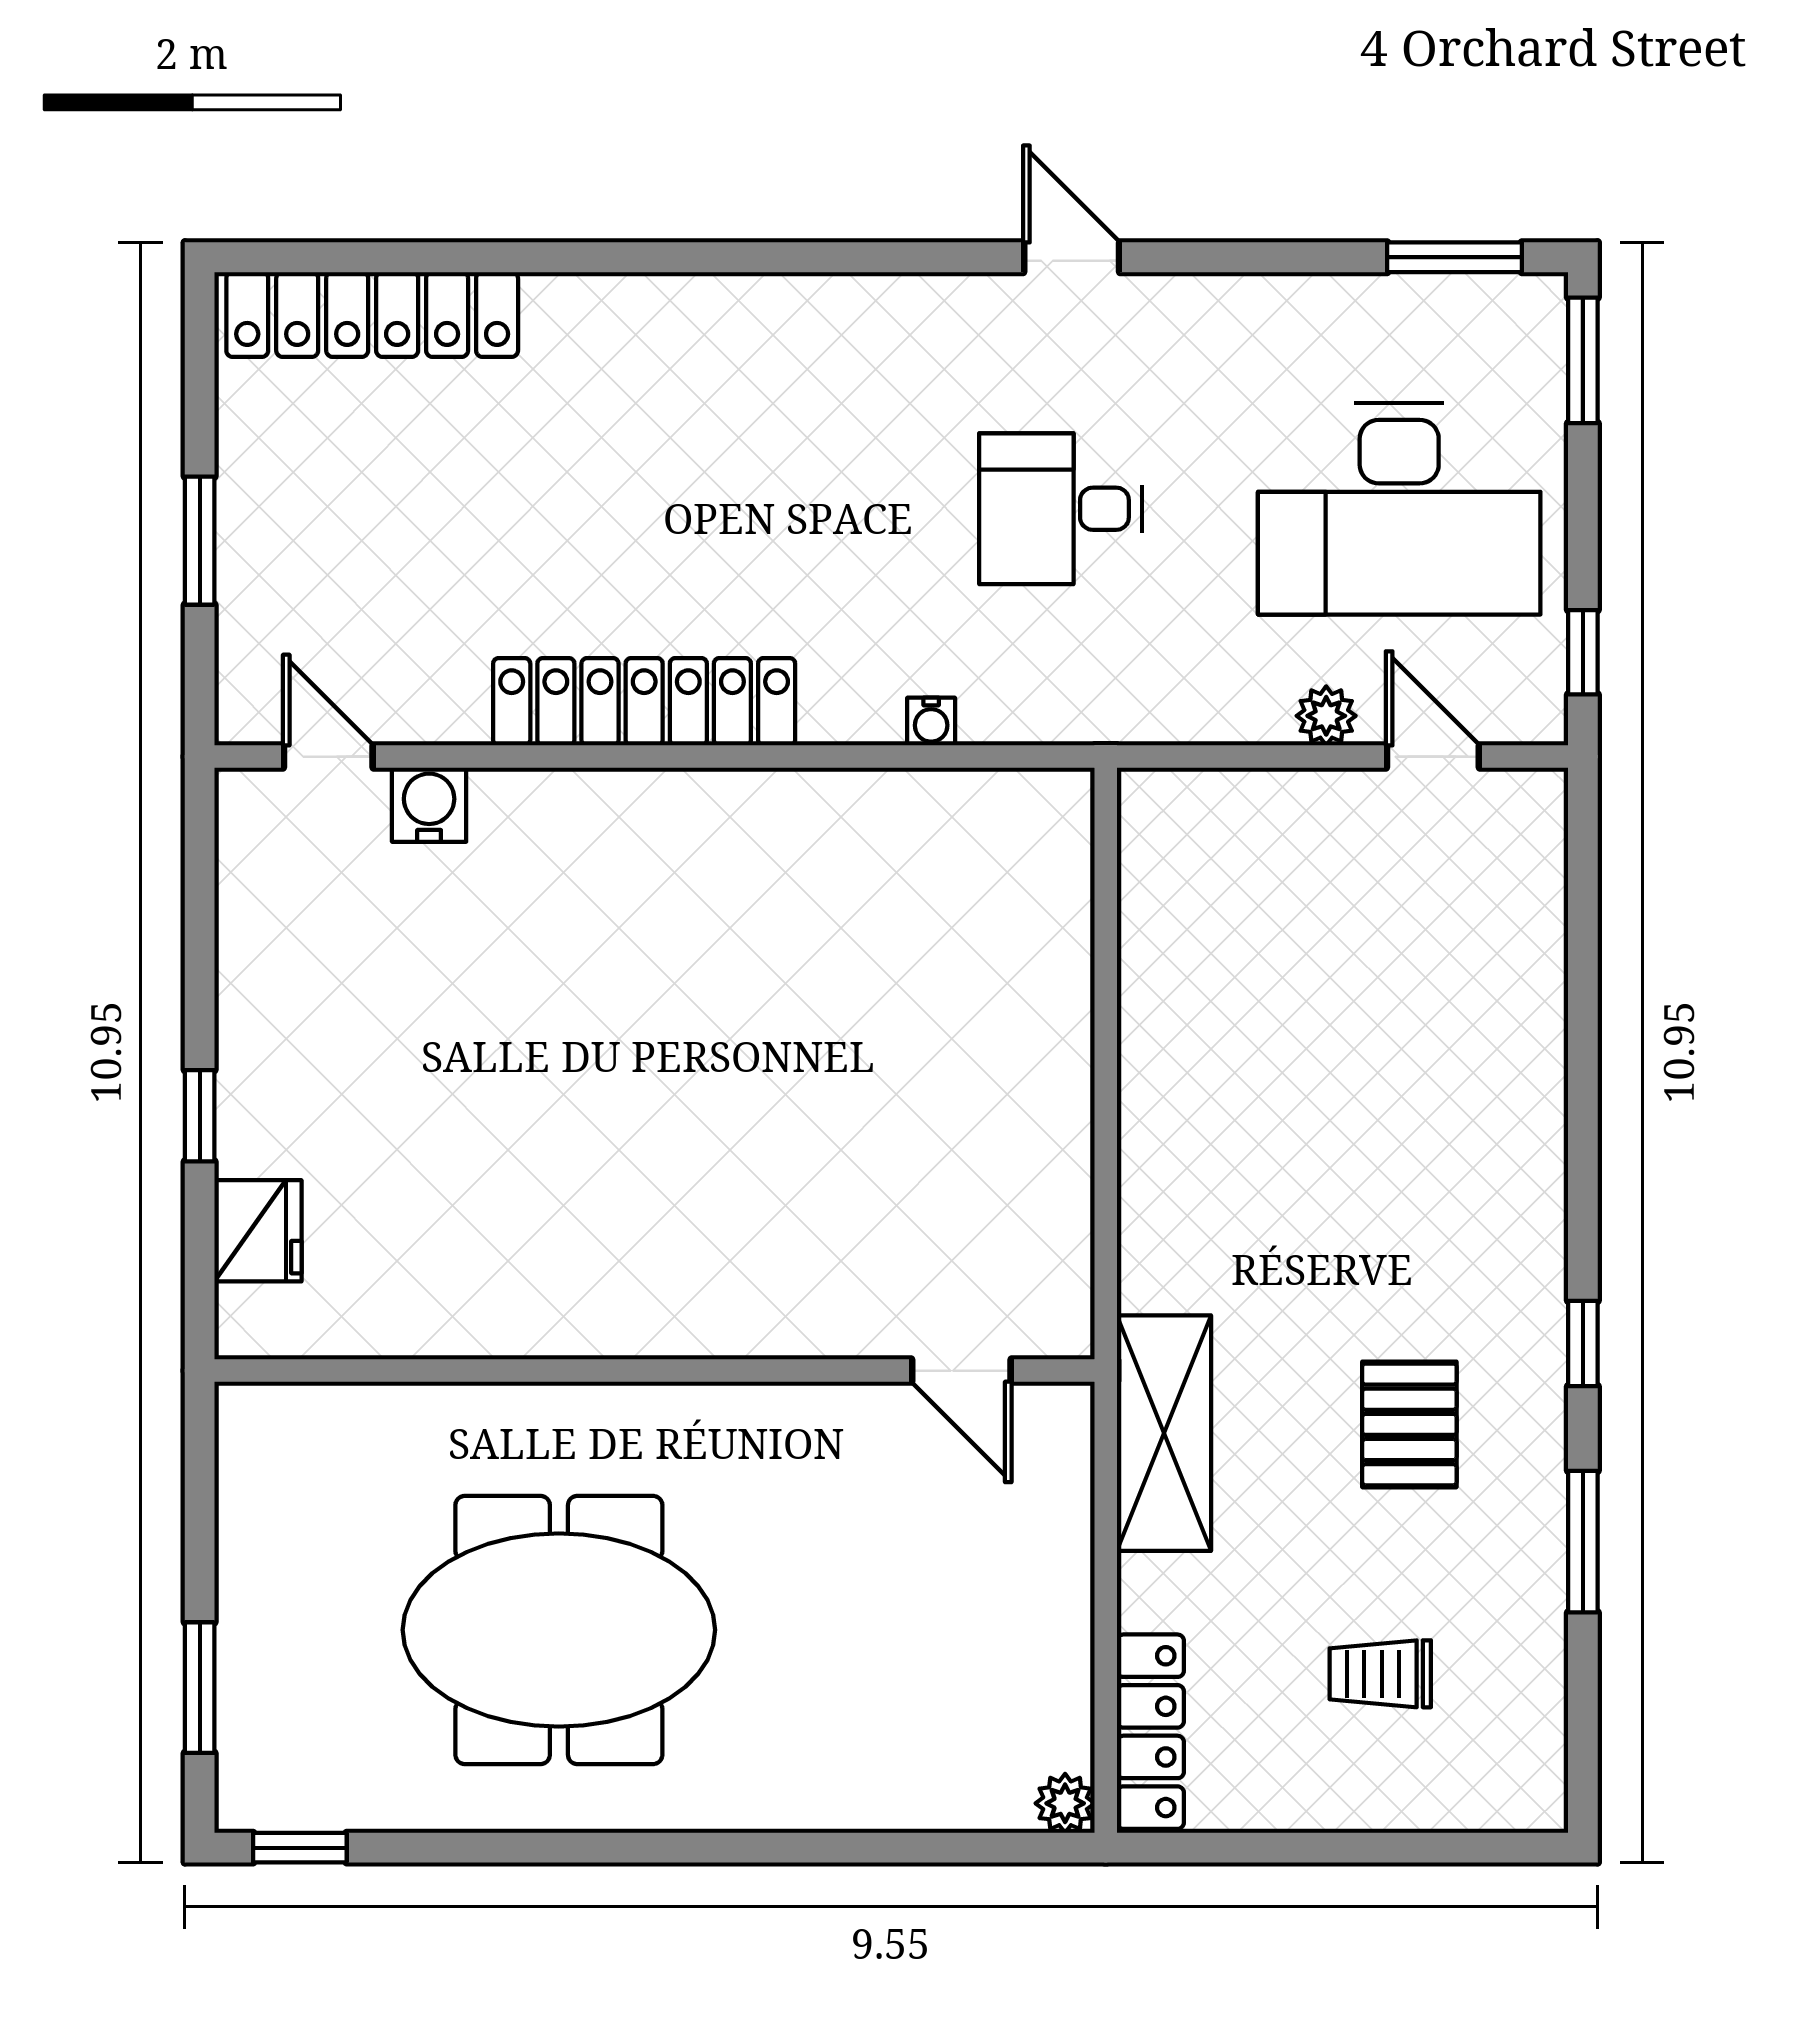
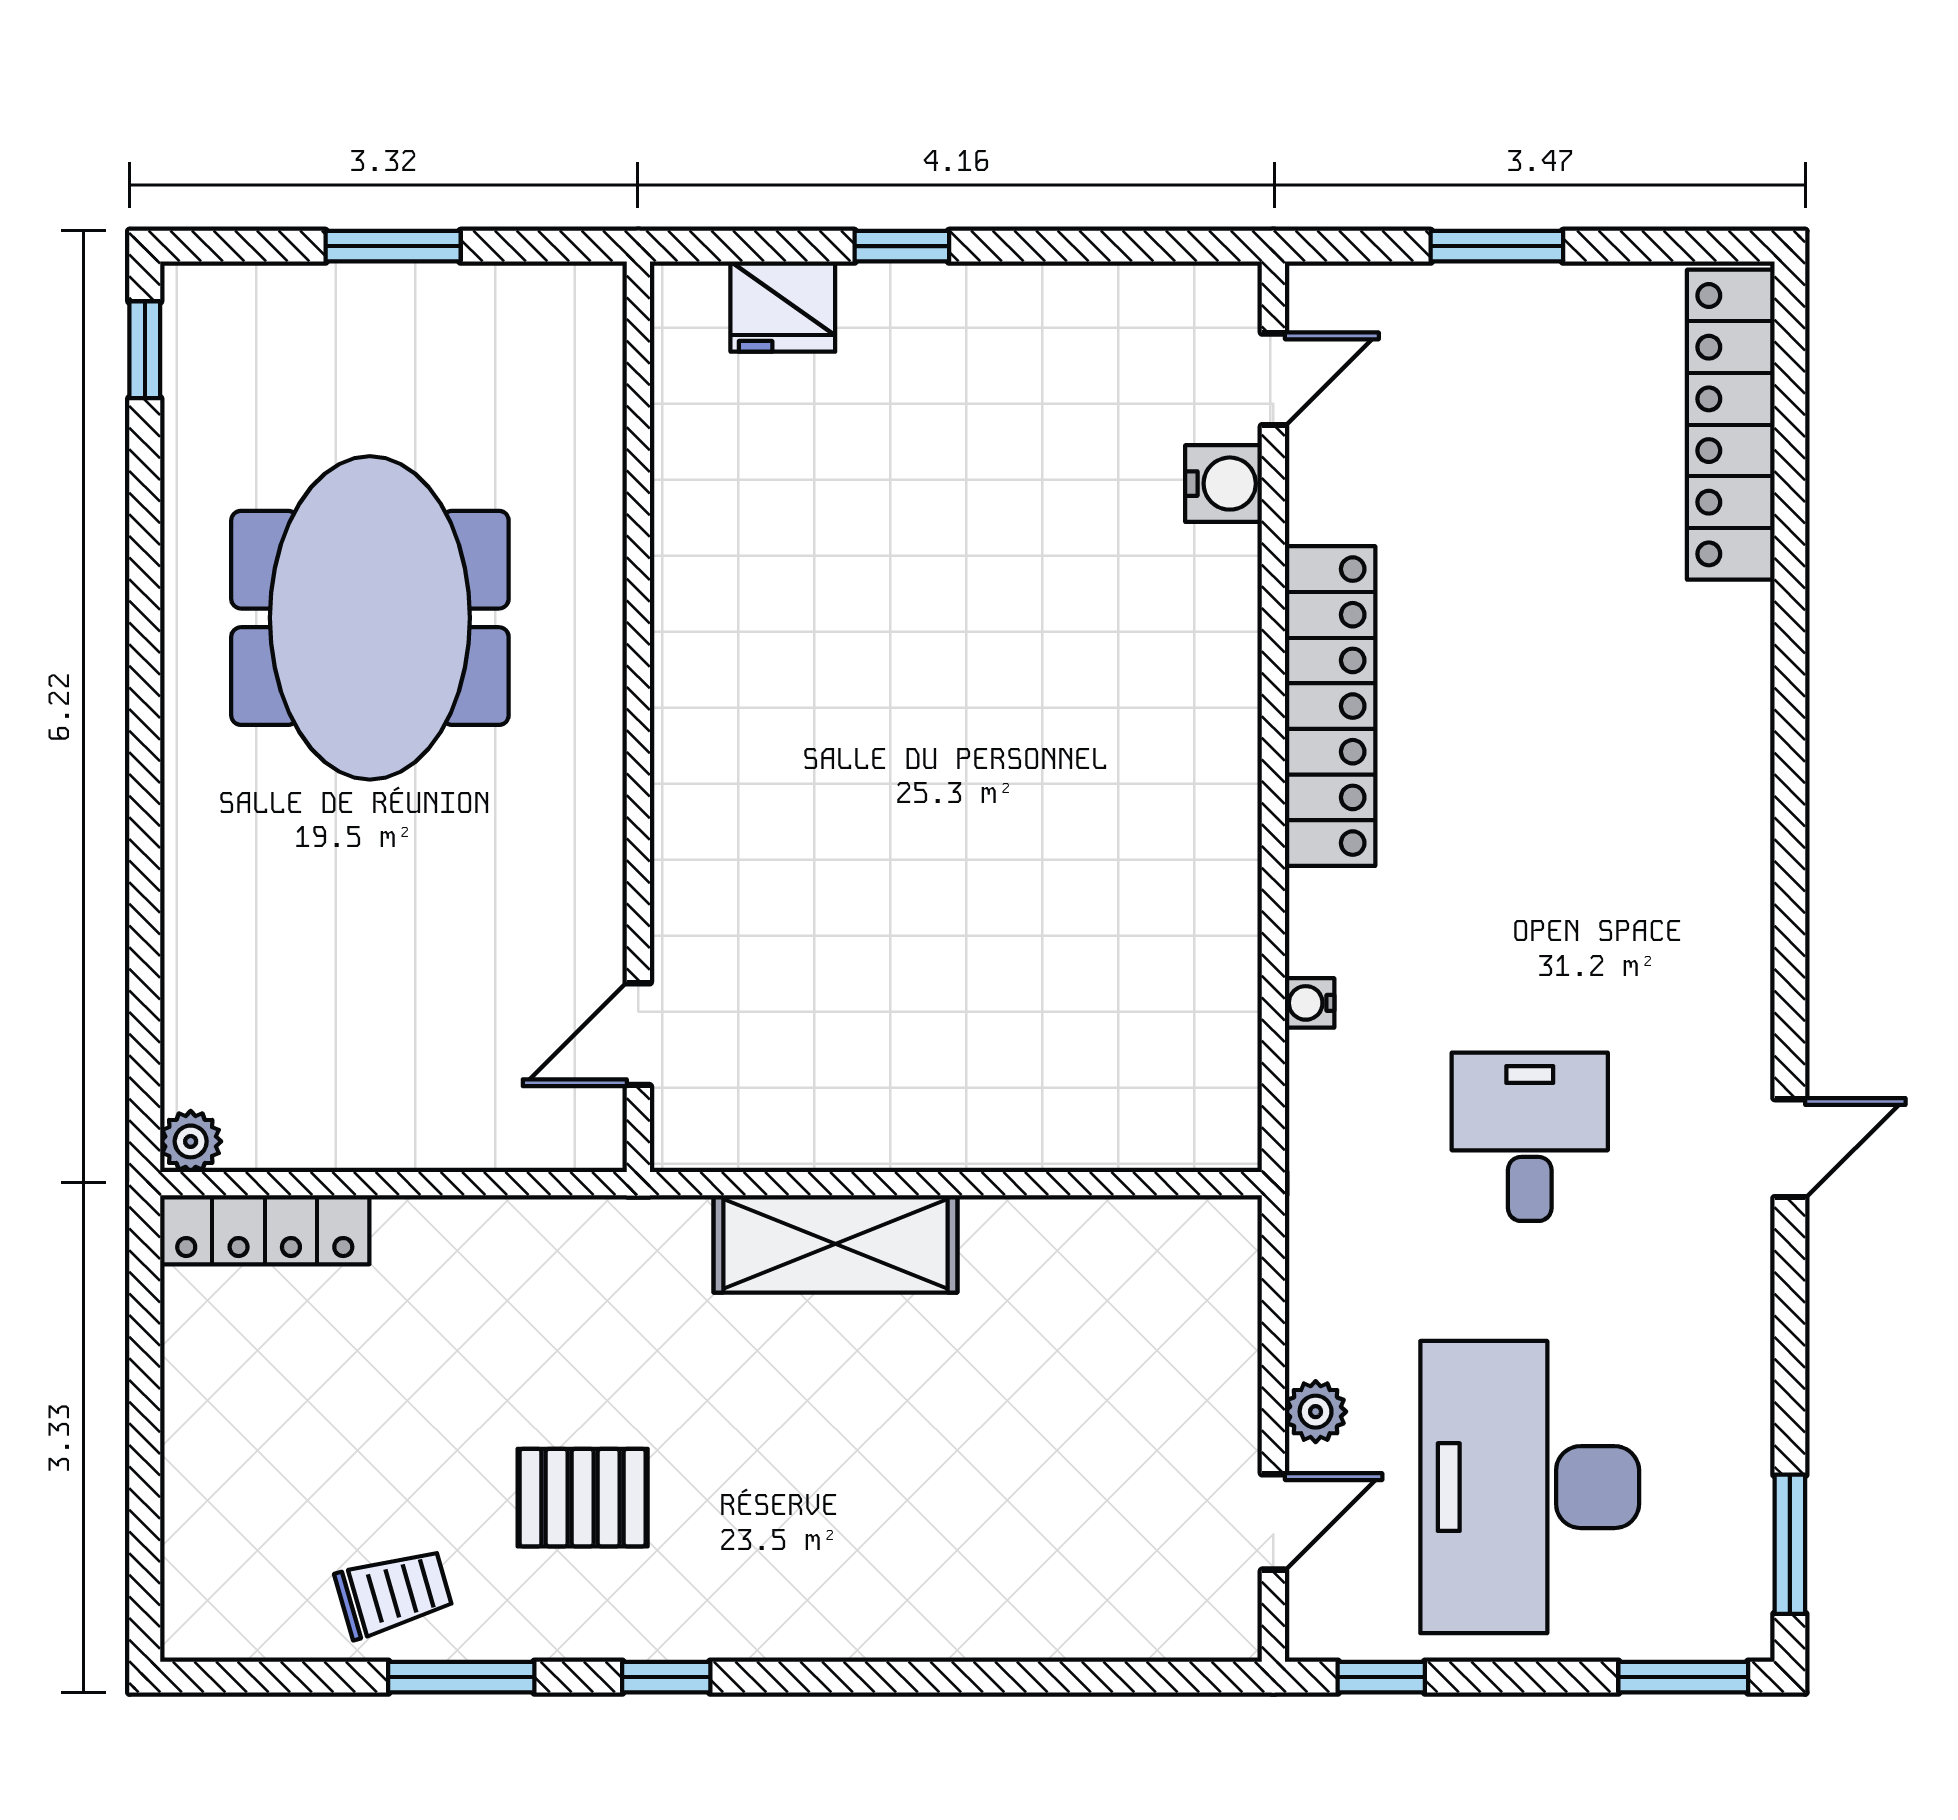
shelving: (1164, 1433) -> (835, 1244), moved
trolley: (1380, 1674) -> (394, 1593), moved, turned 74
window: (200, 1688) -> (393, 246), moved

